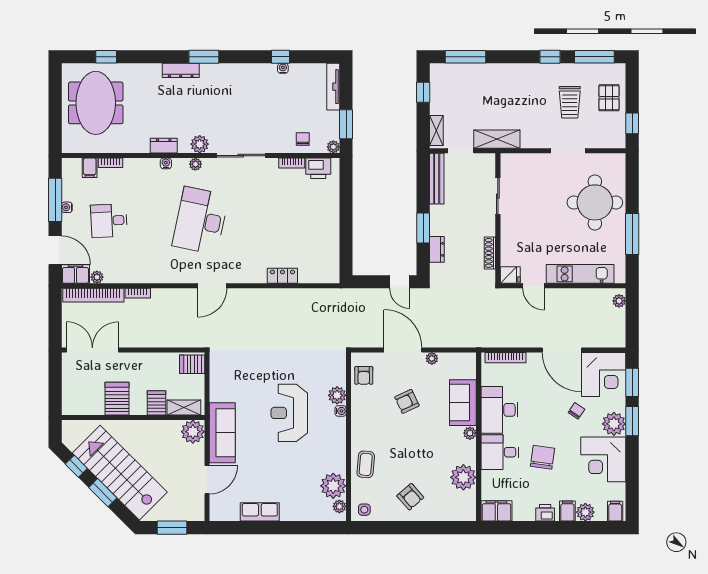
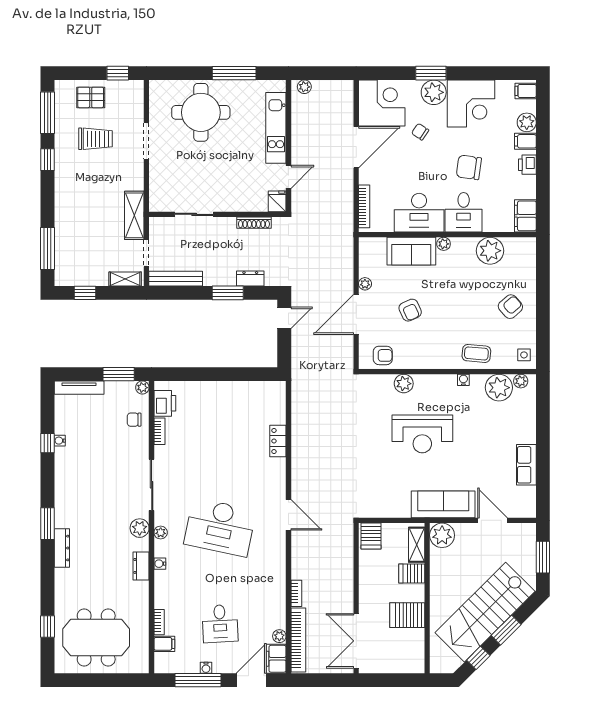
window: (632, 382) -> (390, 73), removed
water cooler: (341, 411) -> (463, 380), moved

